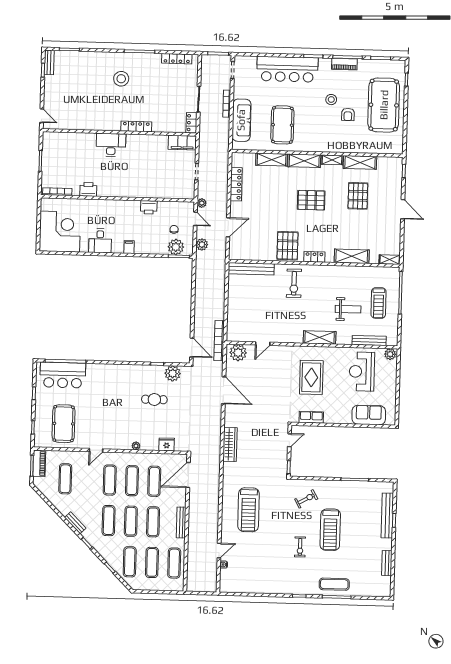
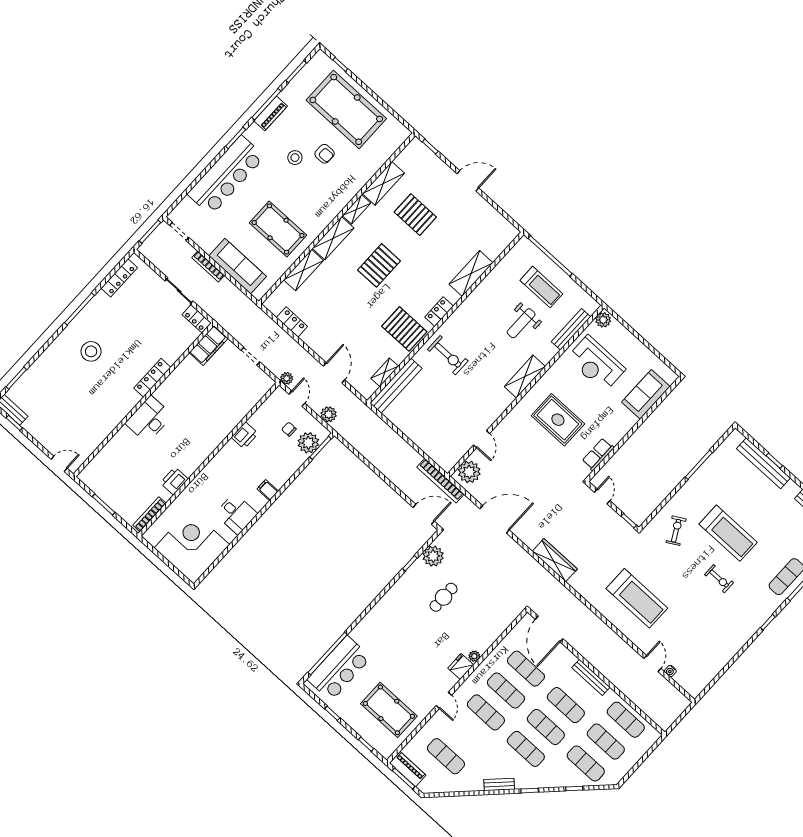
locker: (236, 184) -> (292, 322), width x0.66
door: (195, 219) -> (297, 399), hinge flipped
shelving: (390, 260) -> (385, 372), moved
weight bench: (348, 309) -> (521, 323), turned 180
fridge: (167, 444) -> (461, 667), moved

